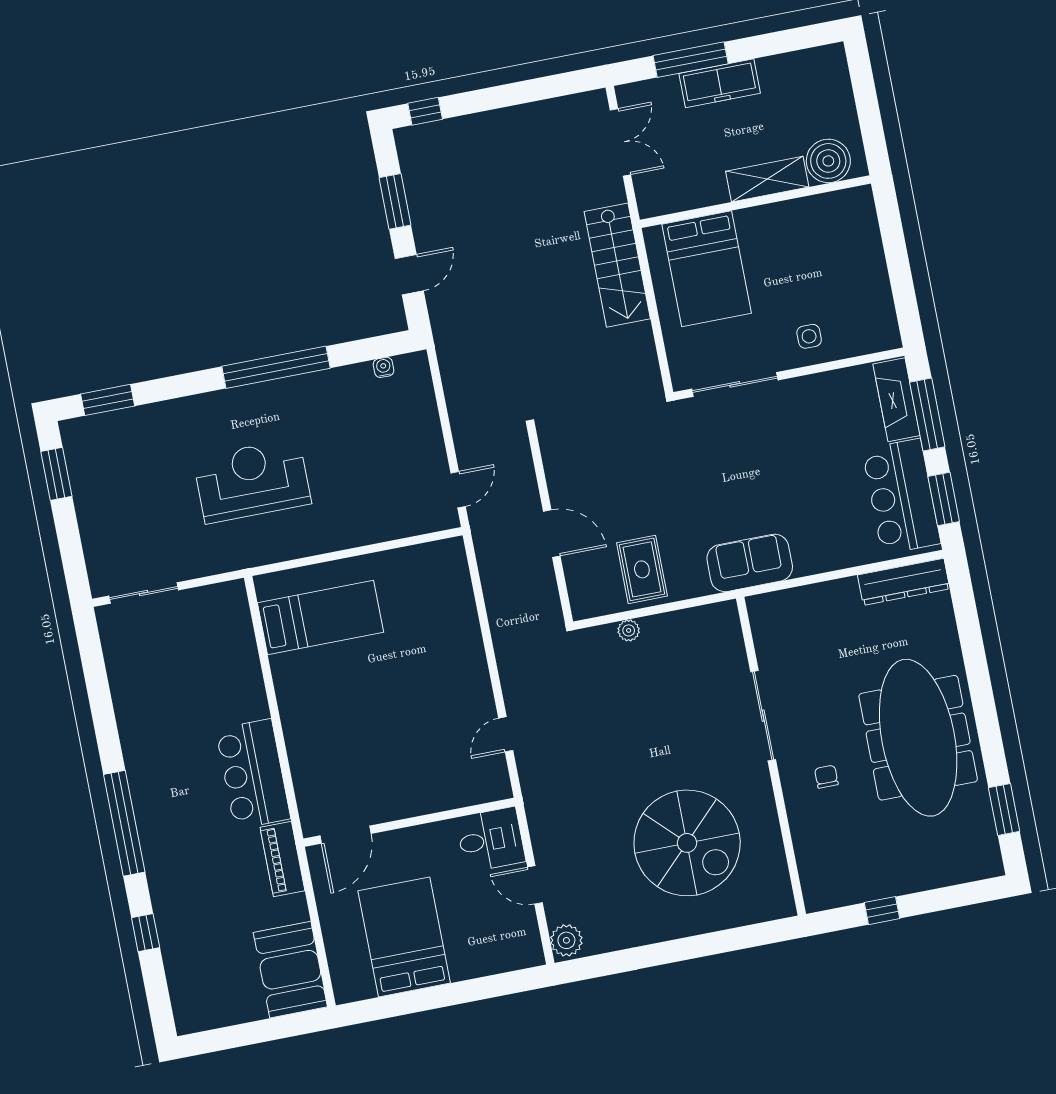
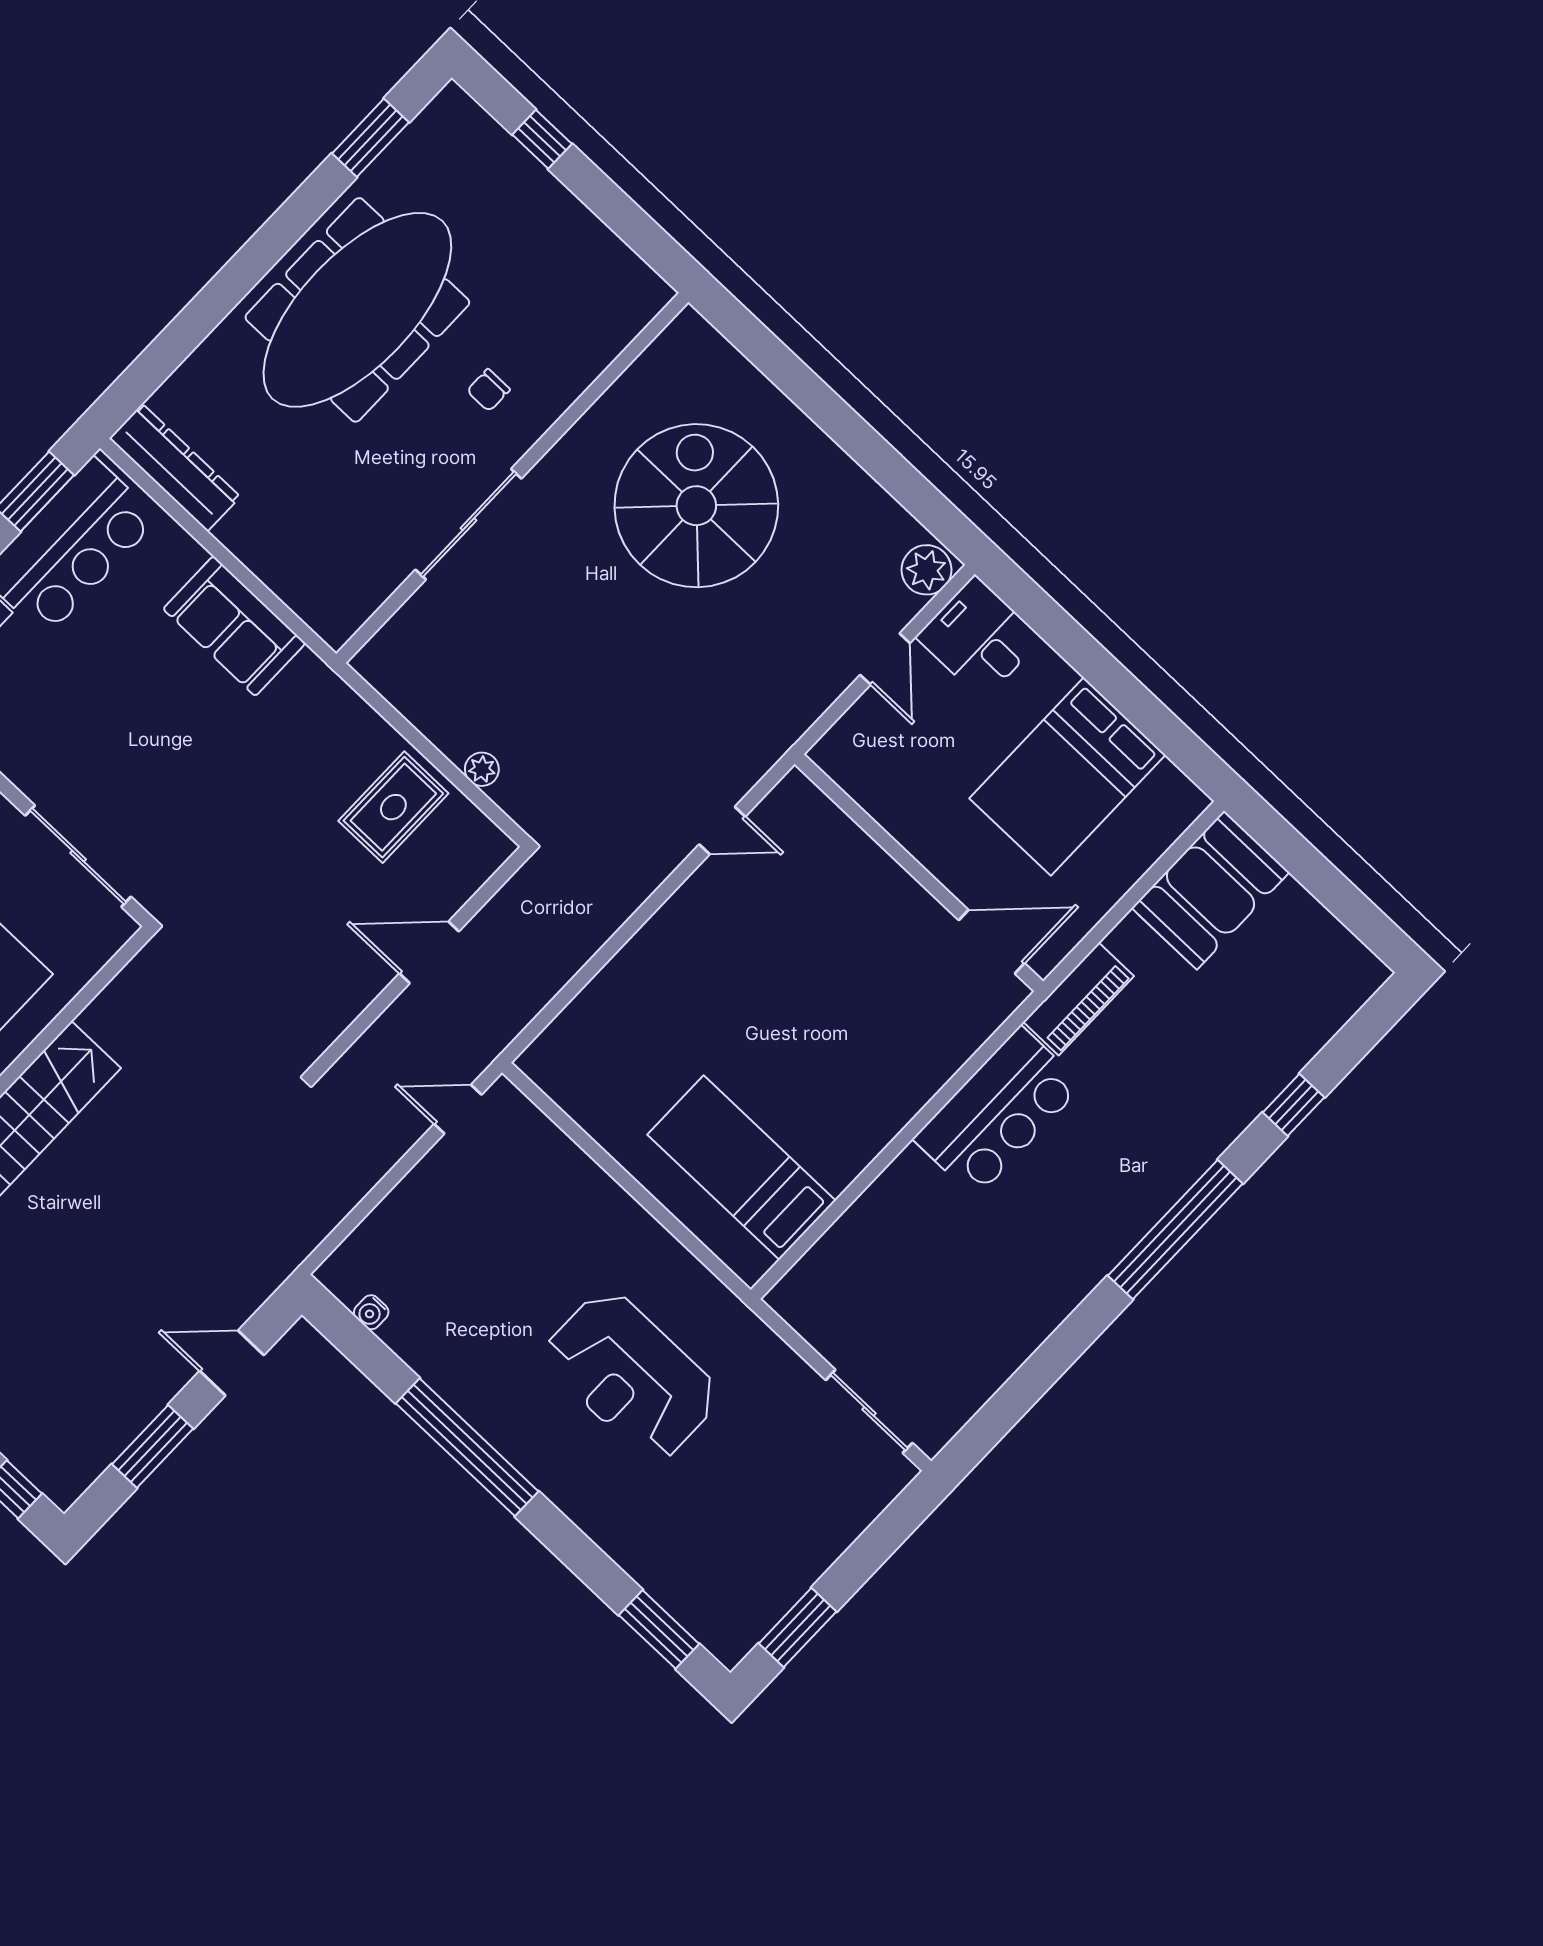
door: (552, 534) -> (429, 952), hinge flipped
sofa: (750, 563) -> (234, 626), moved
desk: (491, 840) -> (979, 638), moved
window: (882, 911) -> (542, 139), moved

